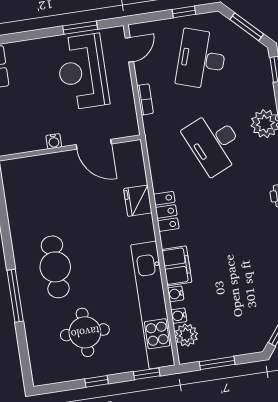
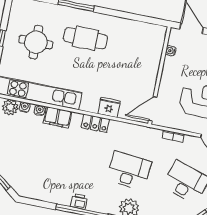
water cooler: (54, 141) -> (171, 51), moved
desk: (214, 143) -> (129, 171), turned 30
door: (94, 144) -> (153, 109), moved

